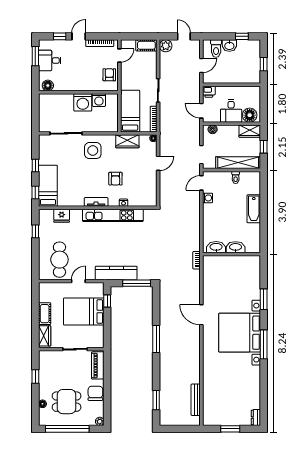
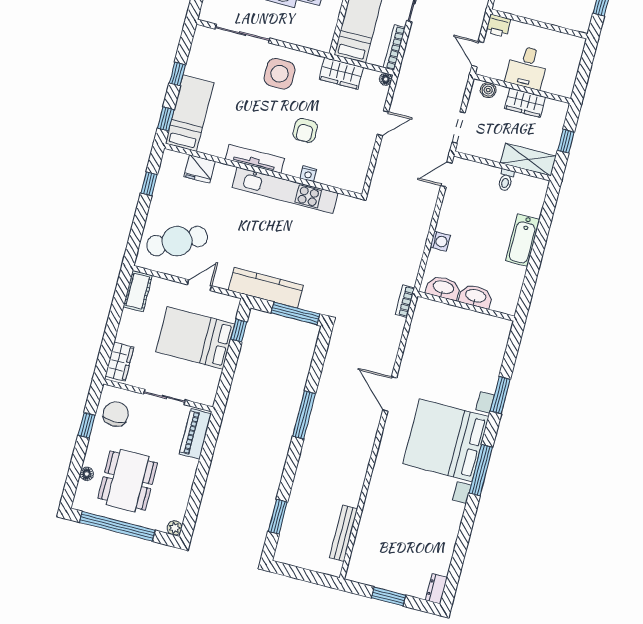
floor lamp: (250, 115) -> (556, 82), removed
wardrobe: (250, 131) -> (525, 103), moved
shelving: (238, 163) -> (528, 160), width x0.68
washing machine: (208, 198) -> (440, 241), moved
tv unit: (96, 202) -> (255, 159), width x1.41
cafe table: (59, 260) -> (177, 241), turned 63
cot: (45, 314) -> (138, 291), moved
chair: (95, 393) -> (116, 414), moved
dining table: (67, 402) -> (128, 481), width x1.38

